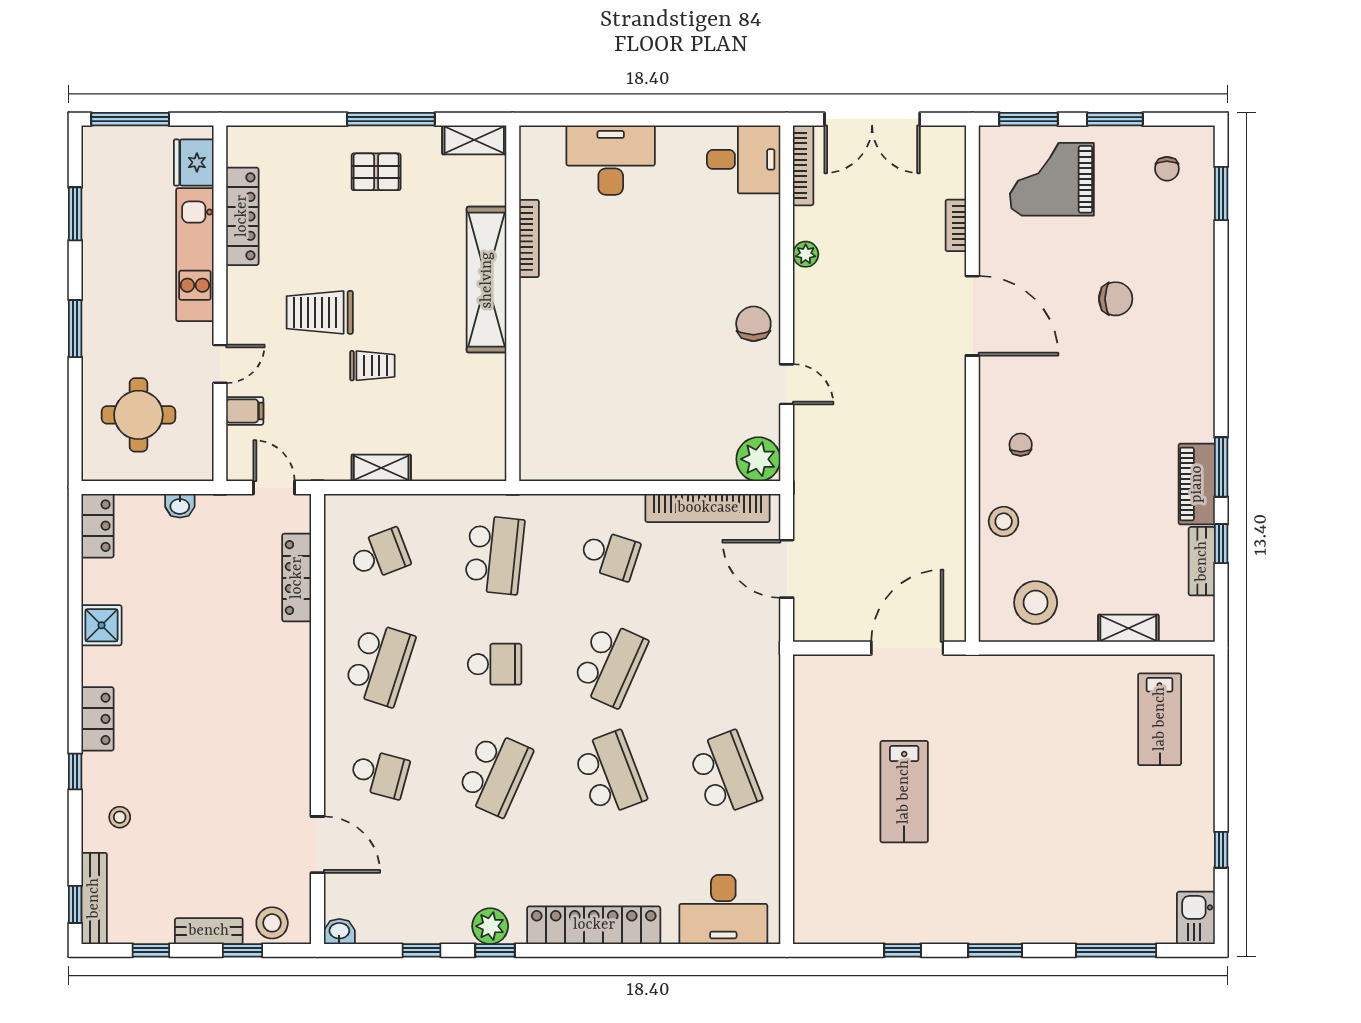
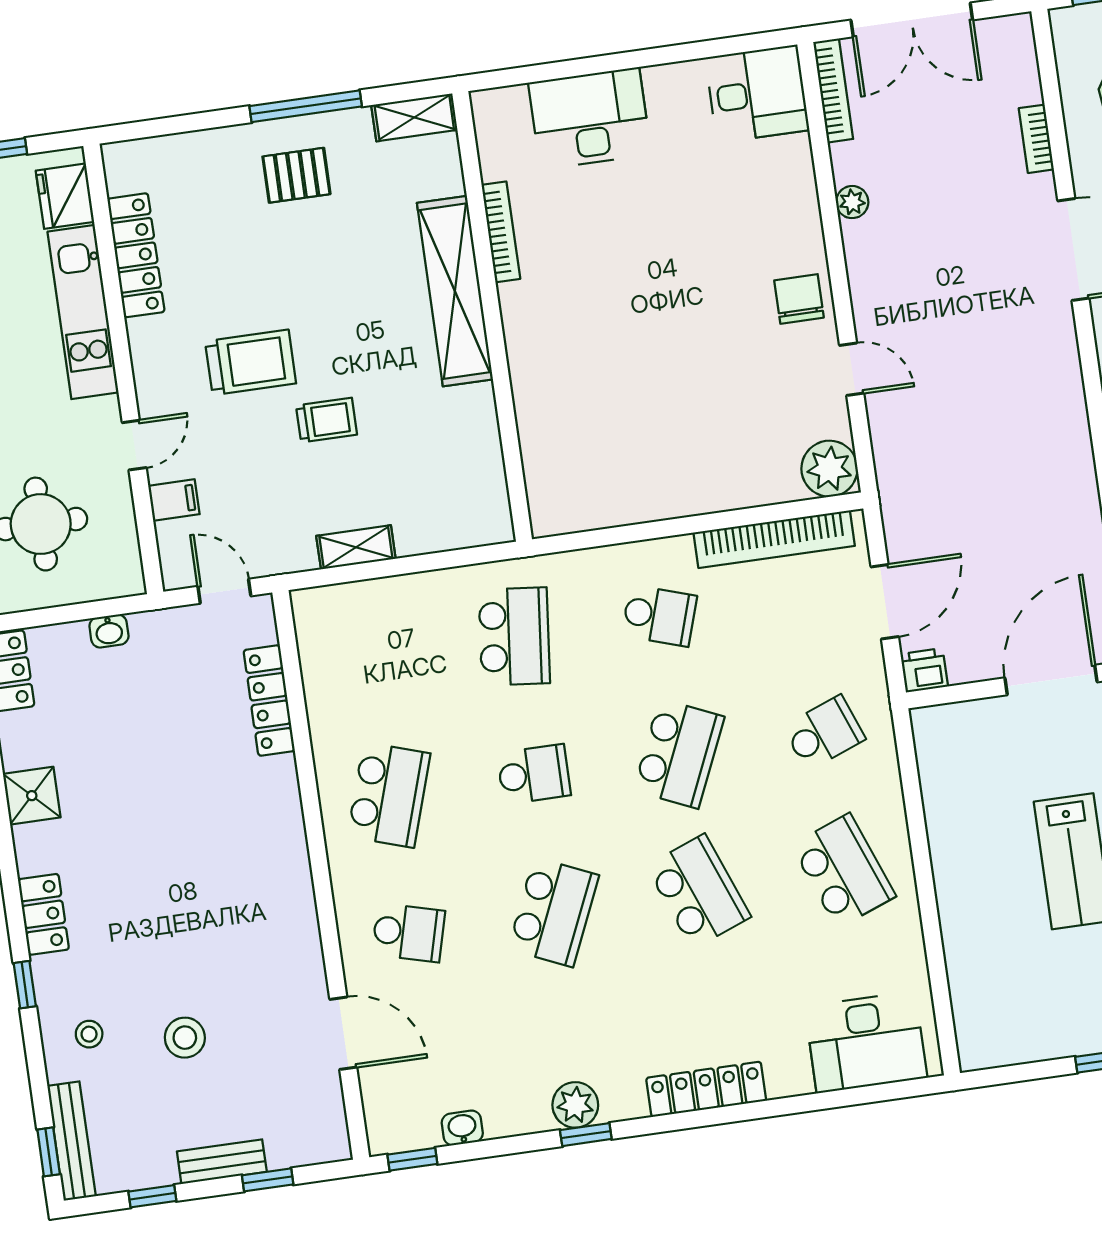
trolley: (320, 312) -> (251, 362), turned 180
school desk: (379, 555) -> (824, 733), moved
door: (787, 569) -> (885, 602), swing flipped
printer: (810, 626) -> (924, 670), added
stool: (272, 923) -> (185, 1038), moved
locker: (594, 925) -> (706, 1089), width x0.71, depth x0.83
washbasin: (339, 931) -> (462, 1128), moved
window: (422, 950) -> (412, 1159), moved

